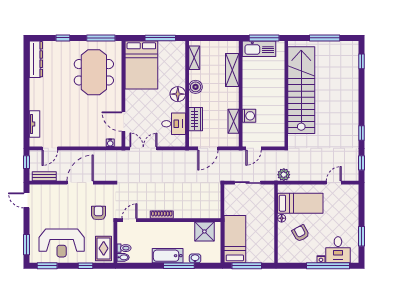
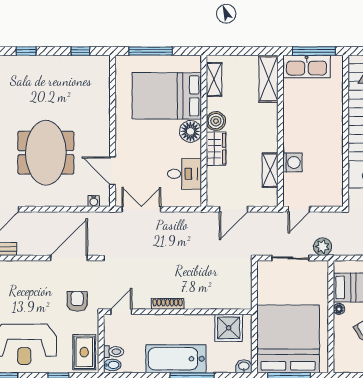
window: (101, 38) -> (80, 51), width x0.46
window: (160, 38) -> (151, 51), moved
bed: (141, 65) -> (167, 96), moved, turned 90
shelving: (232, 70) -> (269, 79), moved
meeting table: (94, 72) -> (46, 153), moved
wardrobe: (196, 119) -> (216, 149), moved
plant: (284, 175) -> (323, 247), moved
door: (80, 183) -> (69, 258), moved
bed: (235, 239) -> (288, 339), width x2.04
bathtub: (168, 256) -> (176, 359), width x1.36, depth x1.36
washbasin: (195, 258) -> (244, 366), moved

